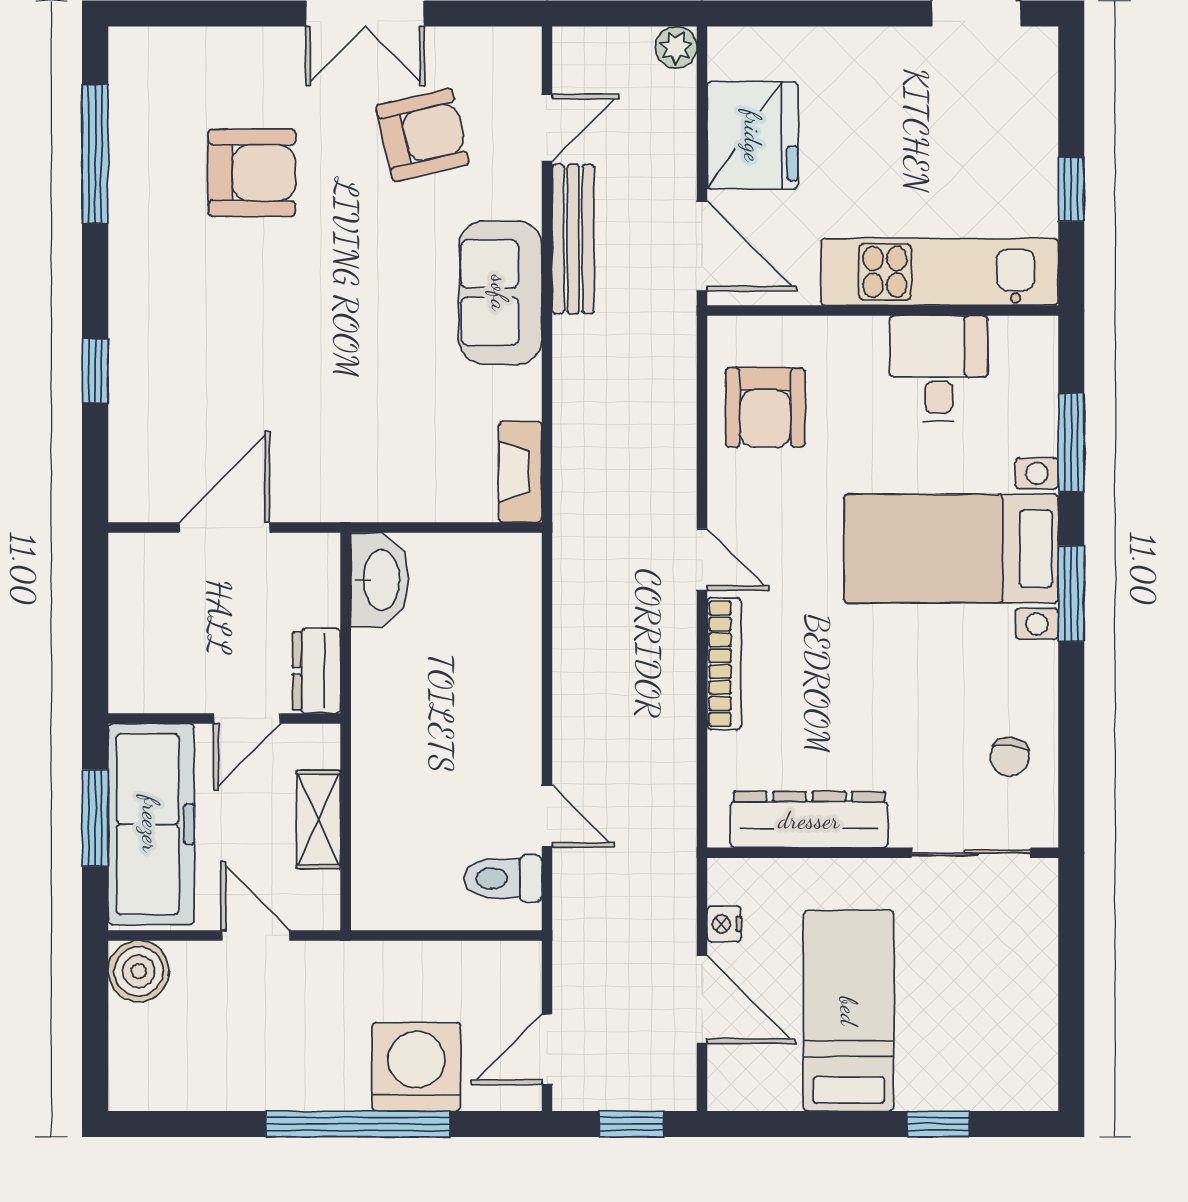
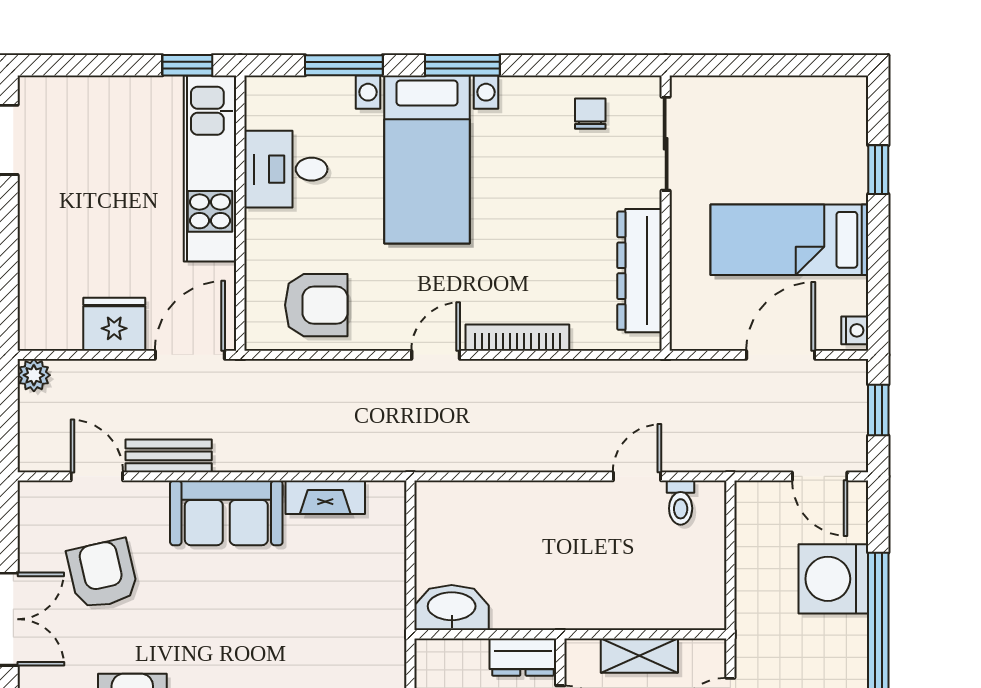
fridge: (753, 136) -> (114, 324), width x0.73, depth x0.75
window: (1071, 189) -> (187, 65), moved
bench: (573, 239) -> (169, 456), width x0.73
fireplace: (520, 472) -> (325, 497), moved
chair: (1010, 757) -> (590, 114), turned -97
toilet: (503, 878) -> (681, 503), width x0.73, depth x0.72
nightstand: (724, 924) -> (855, 330), moved, turned -90

